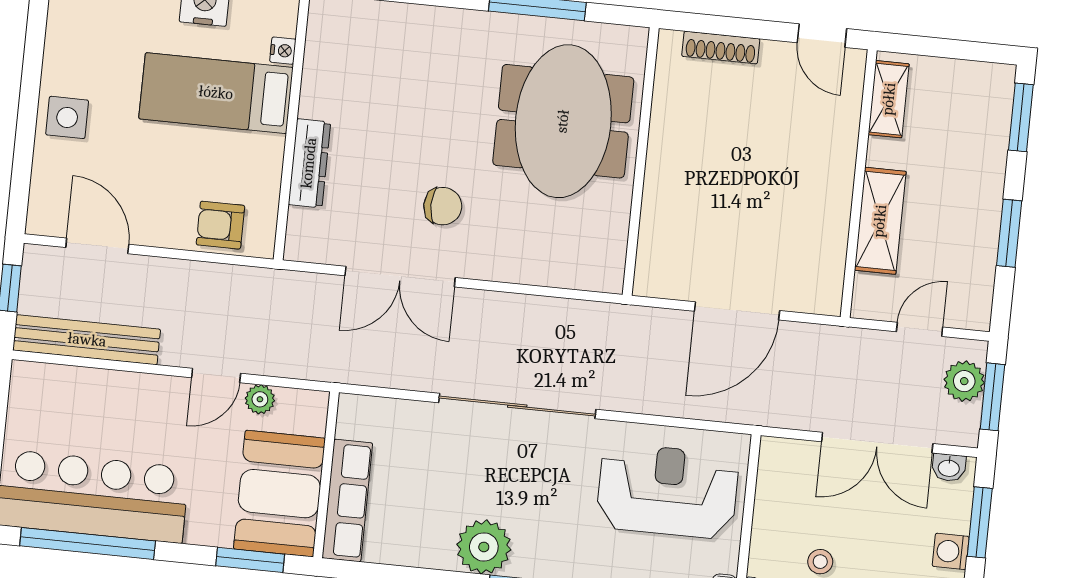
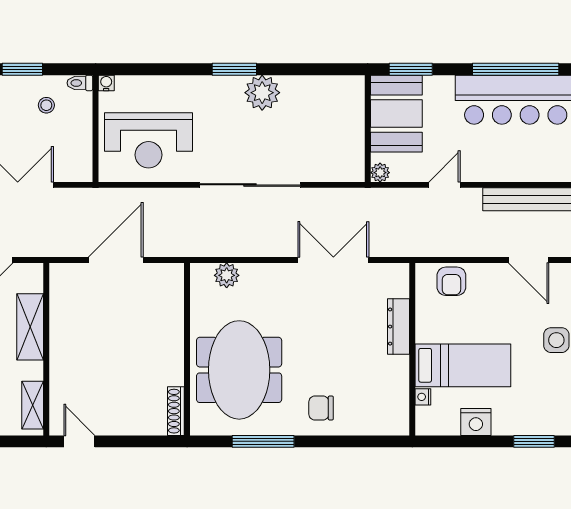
shoe rack: (721, 48) -> (176, 411), moved, turned -90
chair: (443, 206) -> (321, 408), moved
armchair: (220, 225) -> (451, 281), turned 90
plant: (568, 270) -> (227, 275), added
plant: (260, 399) -> (380, 173), moved
row of seats: (347, 500) -> (352, 114), removed

